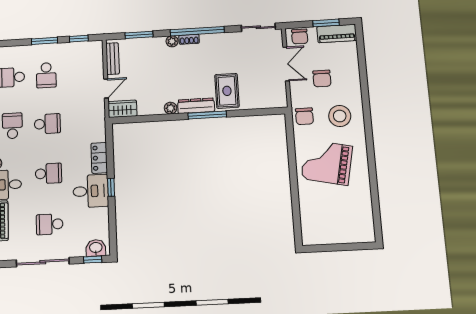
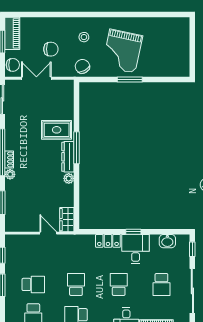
bench: (113, 59) -> (22, 226), removed
chair: (304, 116) -> (82, 66), turned -118
stool: (340, 116) -> (84, 37), width x0.53, depth x0.53
window: (293, 173) -> (130, 80), added
washbasin: (96, 248) -> (167, 241), moved, turned -90

